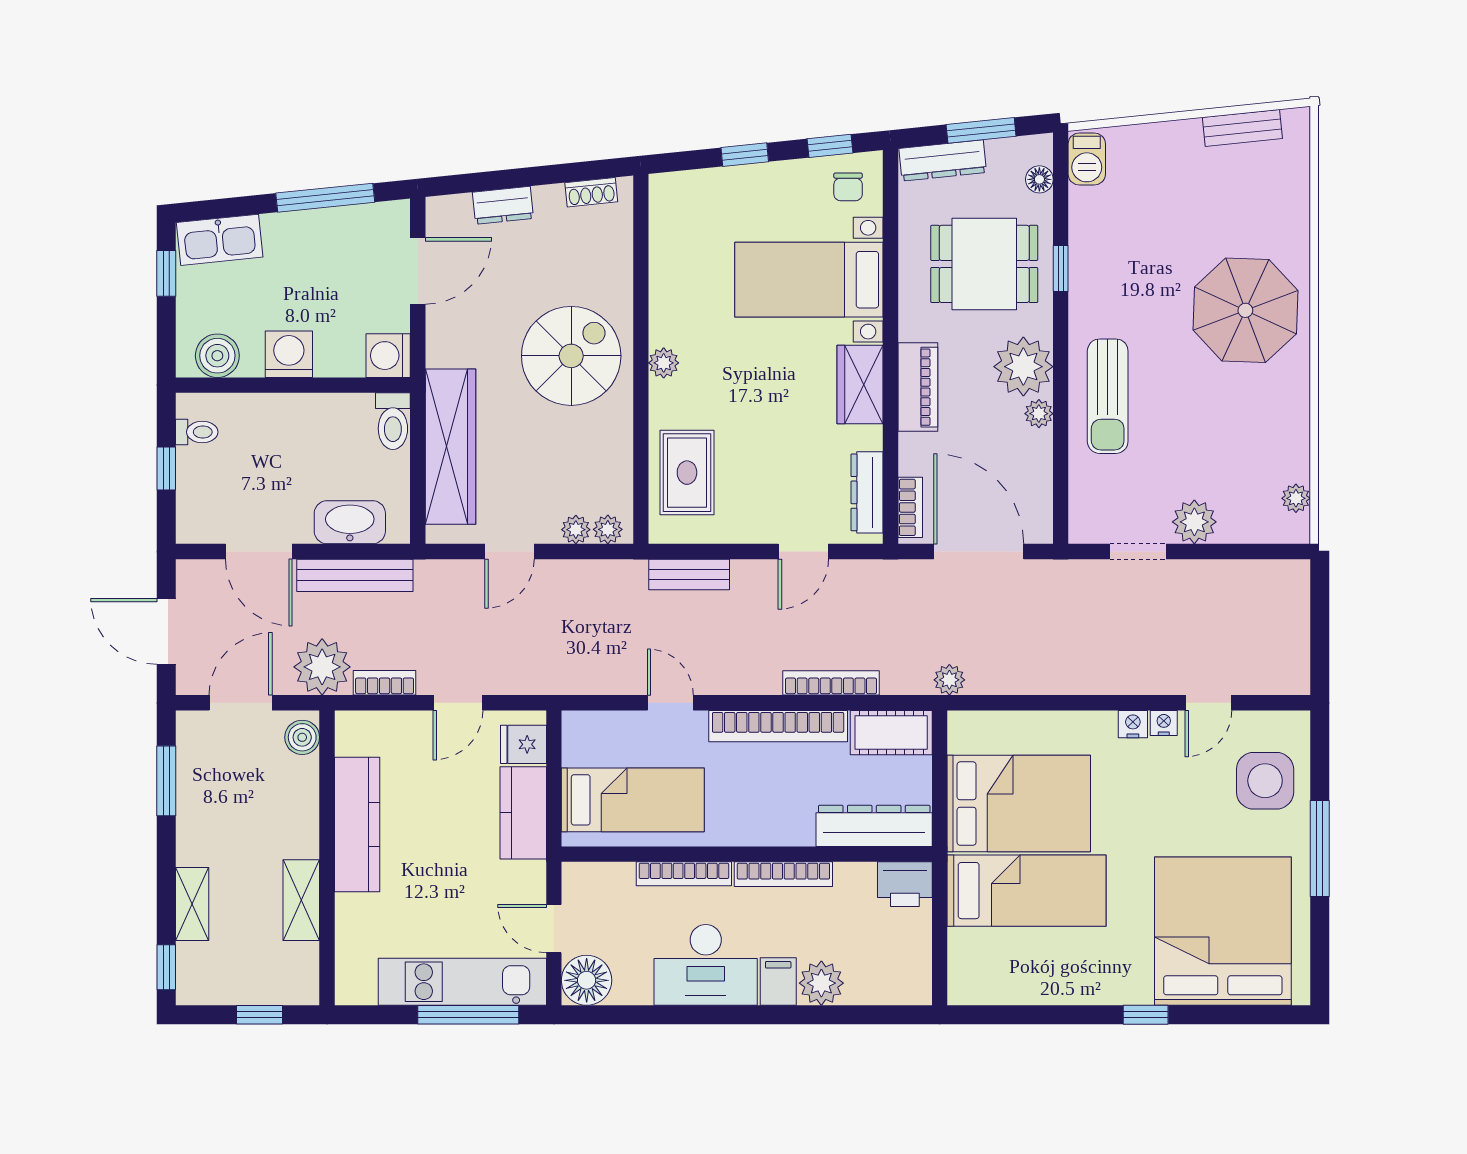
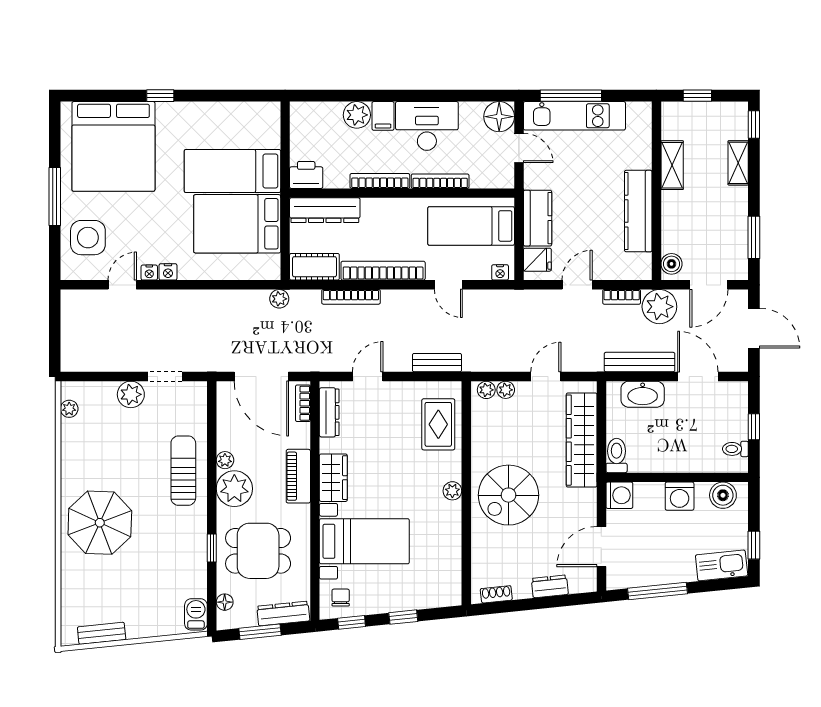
nightstand: (585, 723) -> (500, 272), added

